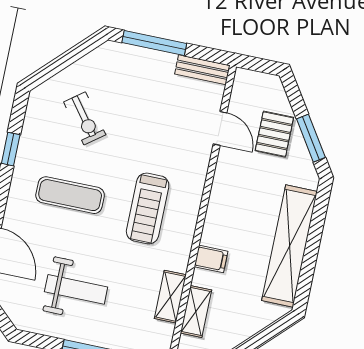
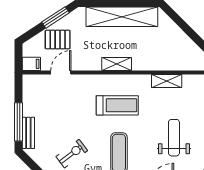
bench: (202, 70) -> (28, 133), moved
filing cabinet: (211, 259) -> (31, 64), moved, turned 90
shelving: (196, 312) -> (117, 64), moved

